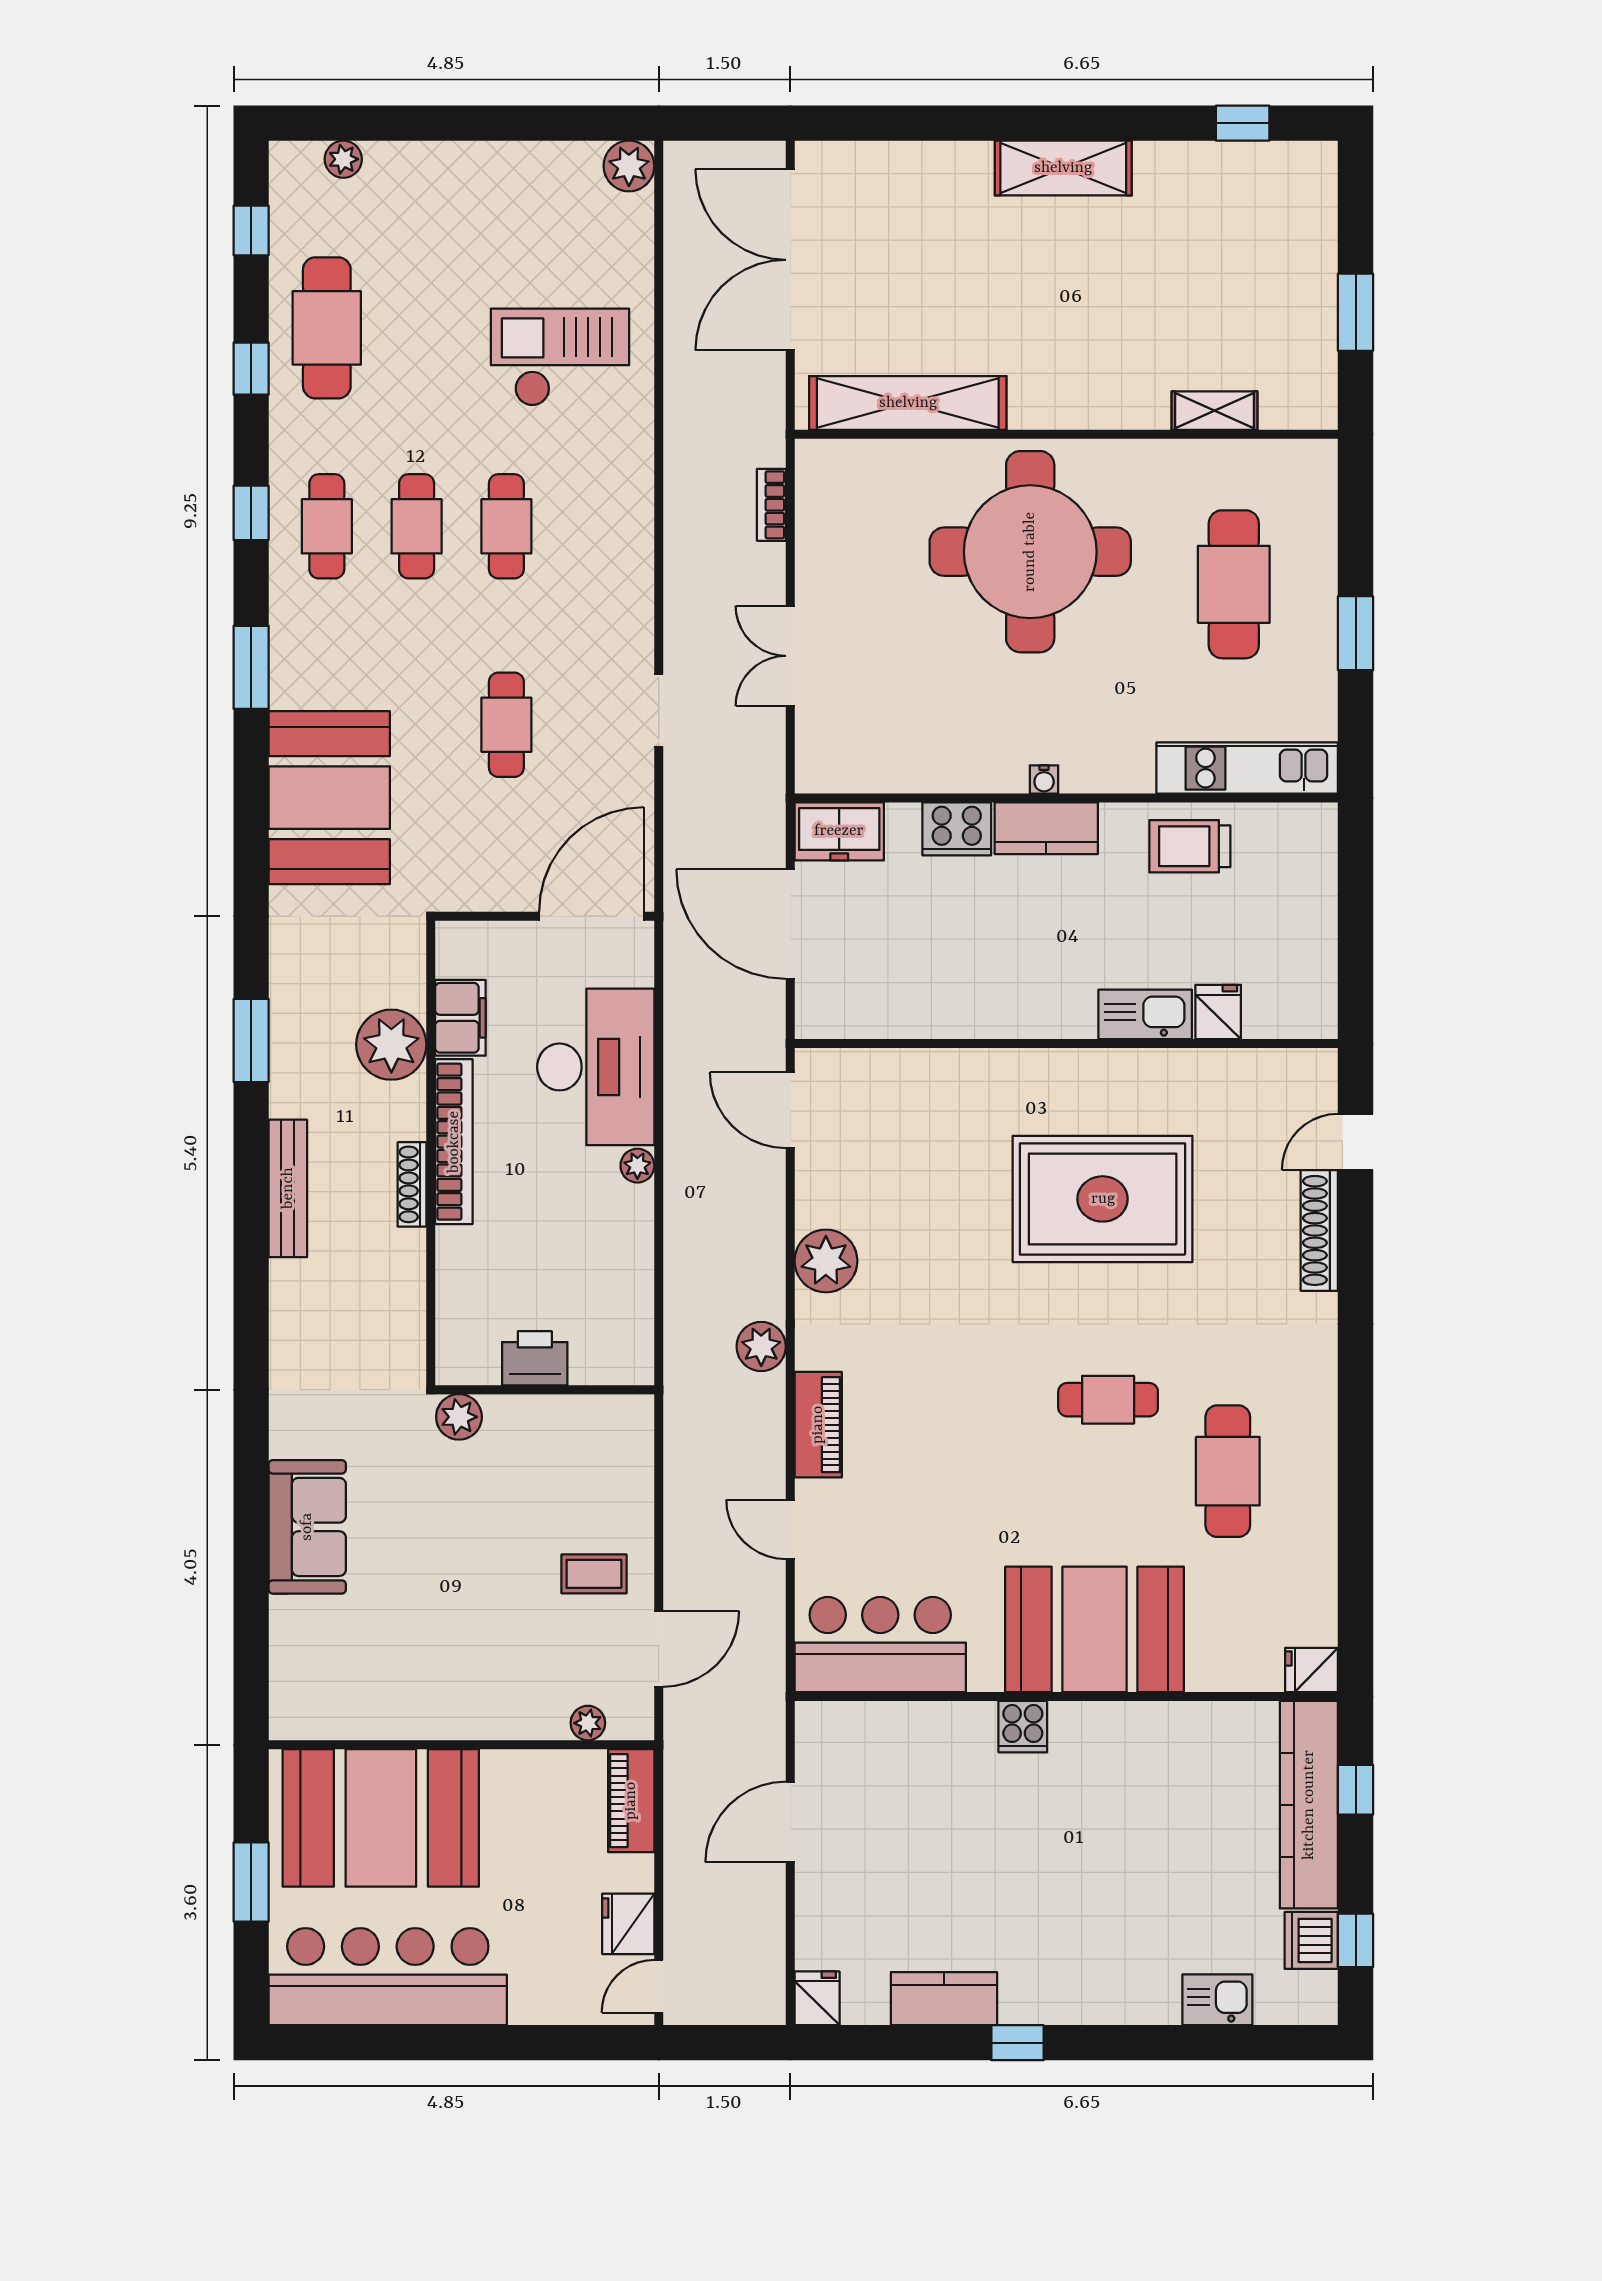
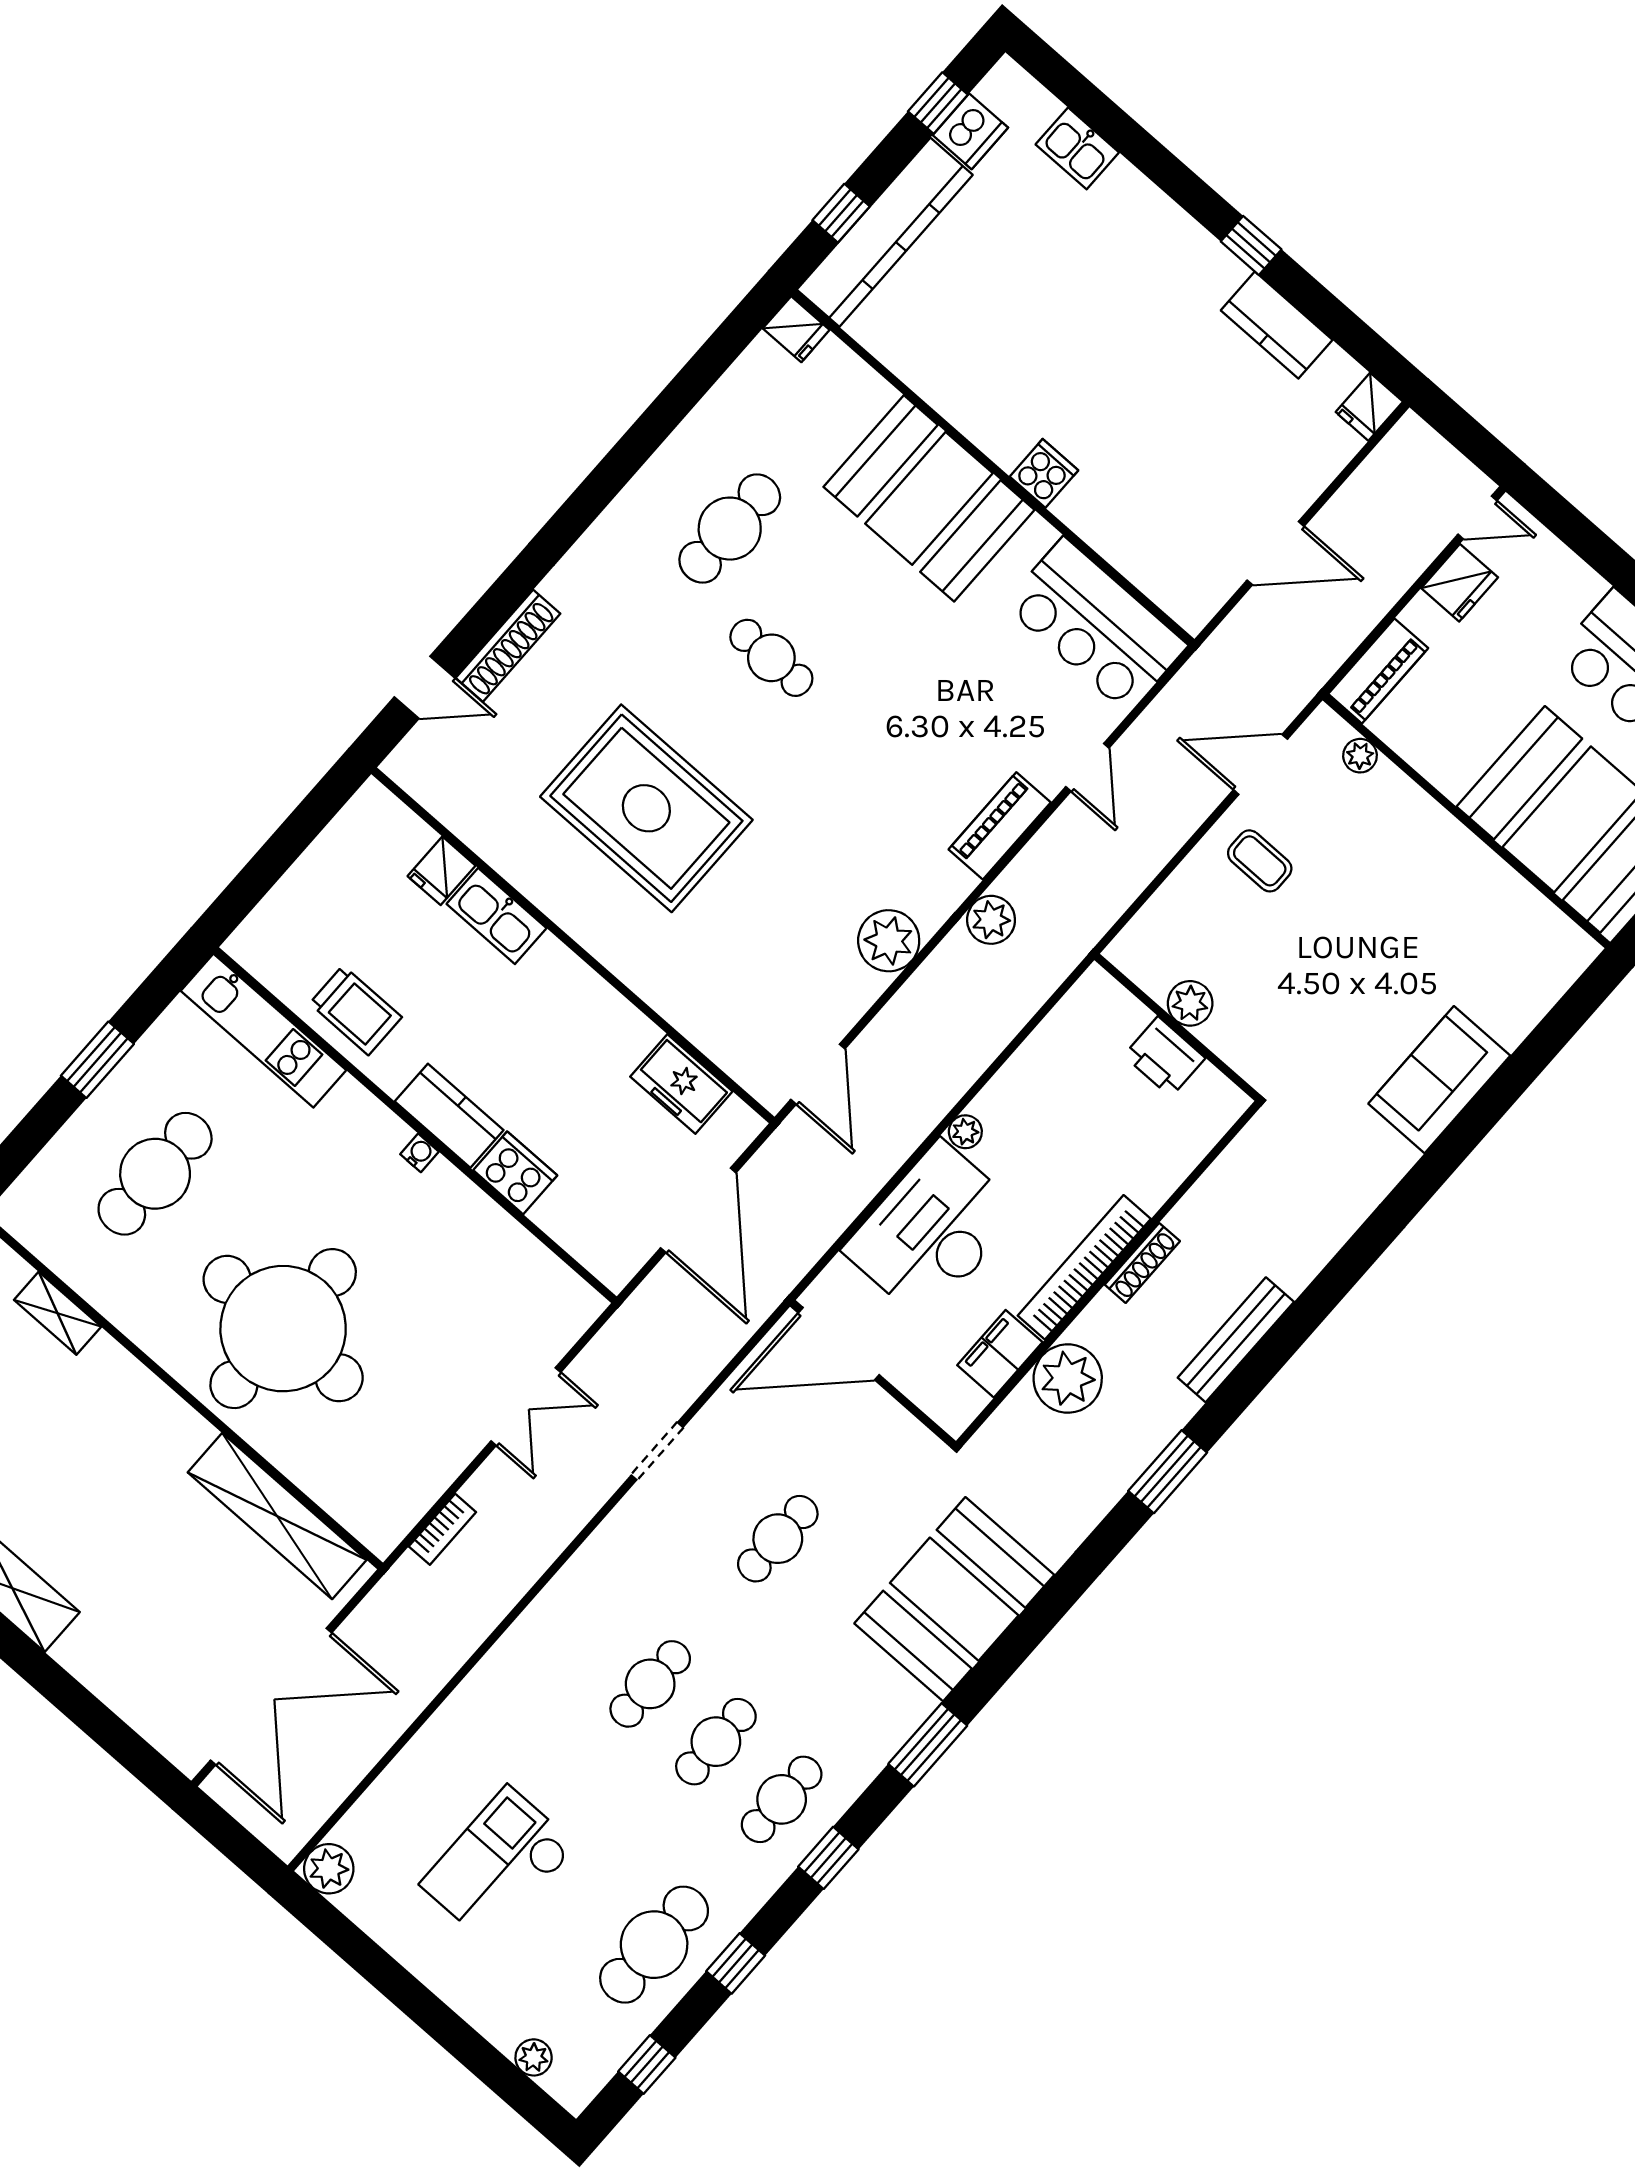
checkout: (560, 357) -> (498, 1865), moved, turned 90
freezer: (839, 831) -> (681, 1084), moved, turned 180
plant: (459, 1417) -> (1190, 1003), moved

